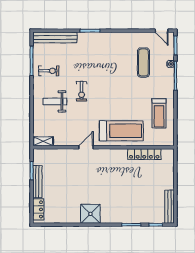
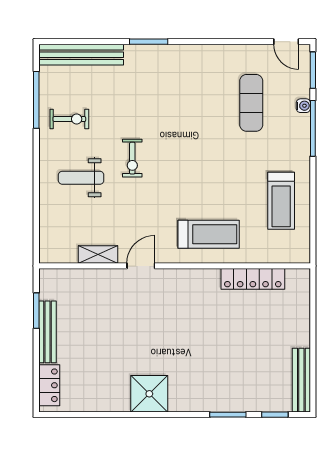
treadmill: (121, 131) -> (209, 234), width x0.73, depth x0.73
shelving: (43, 141) -> (98, 254), moved

